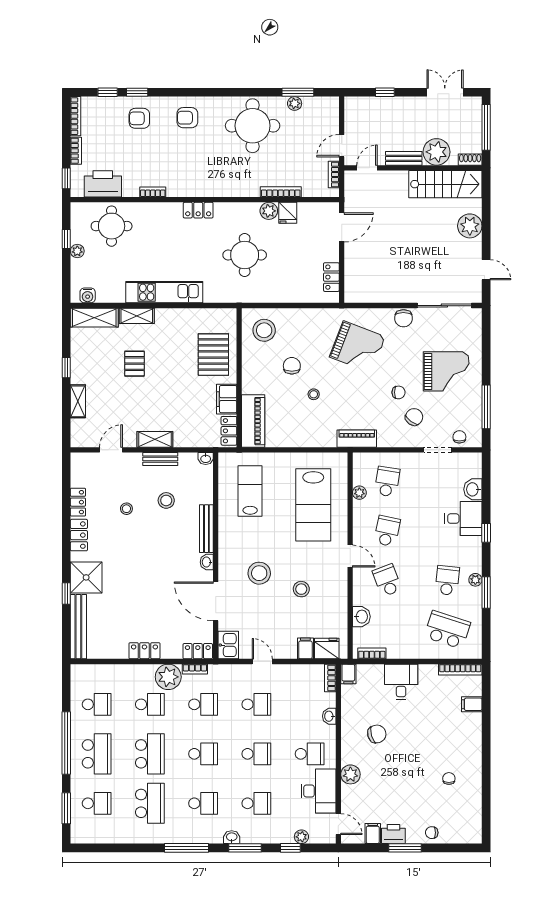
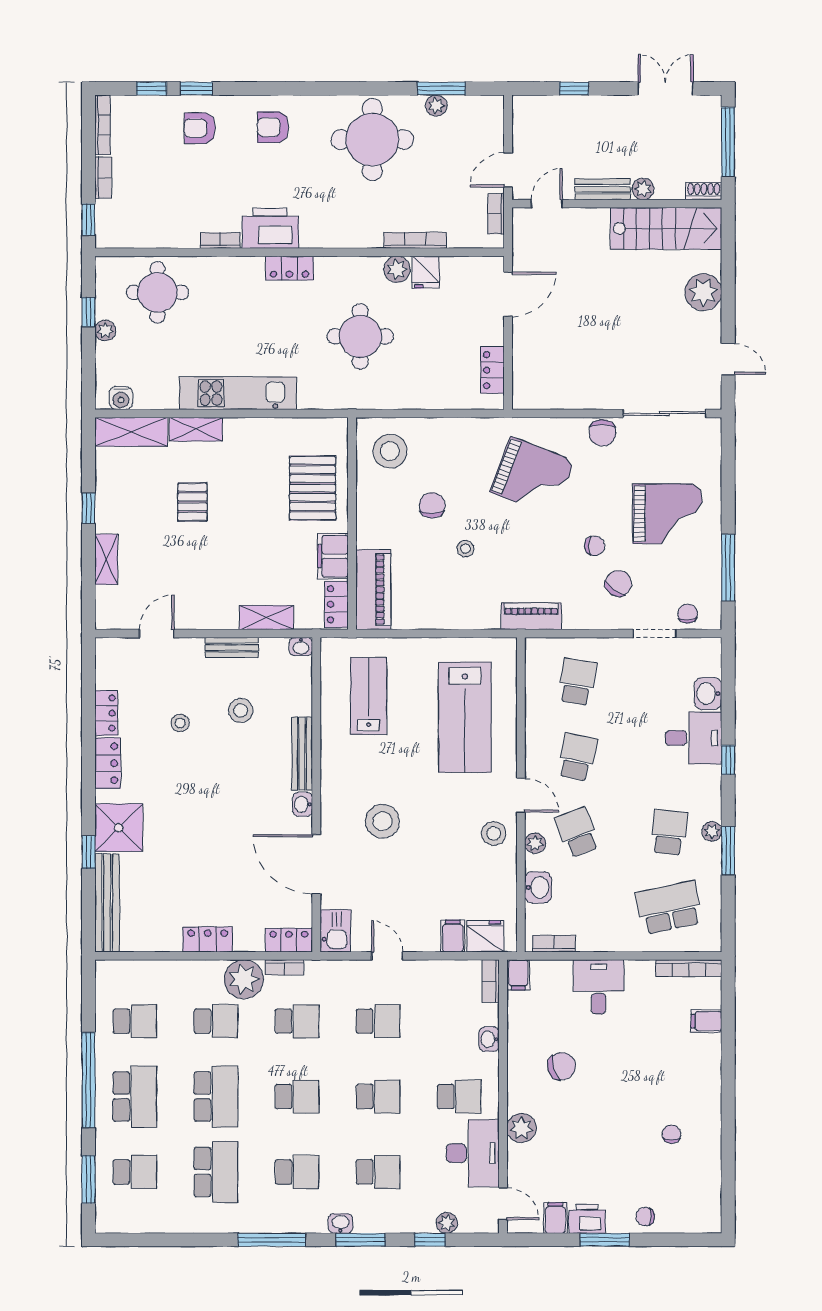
plant: (437, 152) -> (643, 189), width x0.53, depth x0.53
printer: (103, 184) -> (270, 228), moved
shelving: (155, 439) -> (266, 617), moved
plant: (359, 493) -> (535, 843), moved
stool: (301, 589) -> (494, 833), moved
school desk: (447, 630) -> (669, 908), turned -30

